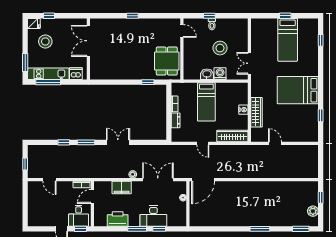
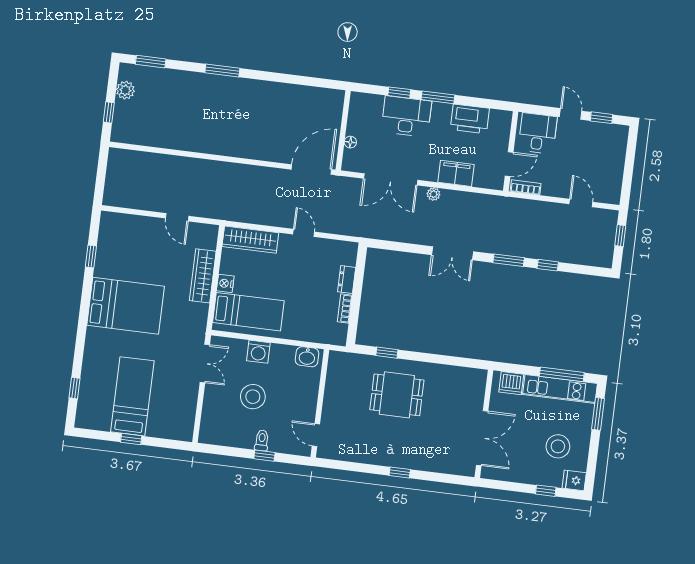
dining table: (167, 61) -> (397, 395), moved, turned 90
washbasin: (207, 74) -> (307, 357), moved
bed: (206, 102) -> (248, 312), moved, turned 90
window: (81, 229) -> (601, 118), moved

